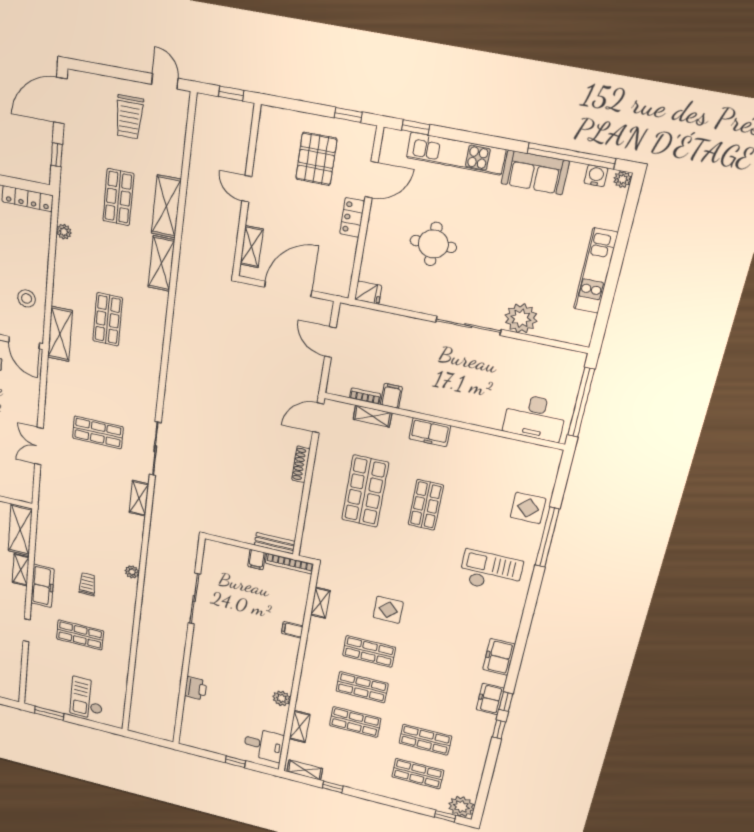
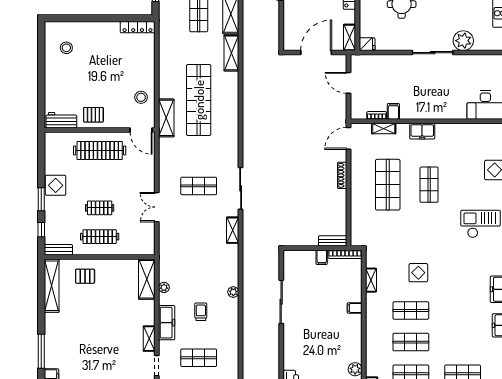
plant: (64, 232) -> (164, 287), moved
shelving: (252, 247) -> (350, 37), moved
shop shelf: (108, 319) -> (199, 100), width x2.00, depth x1.36
shelving: (21, 570) -> (149, 339), moved

